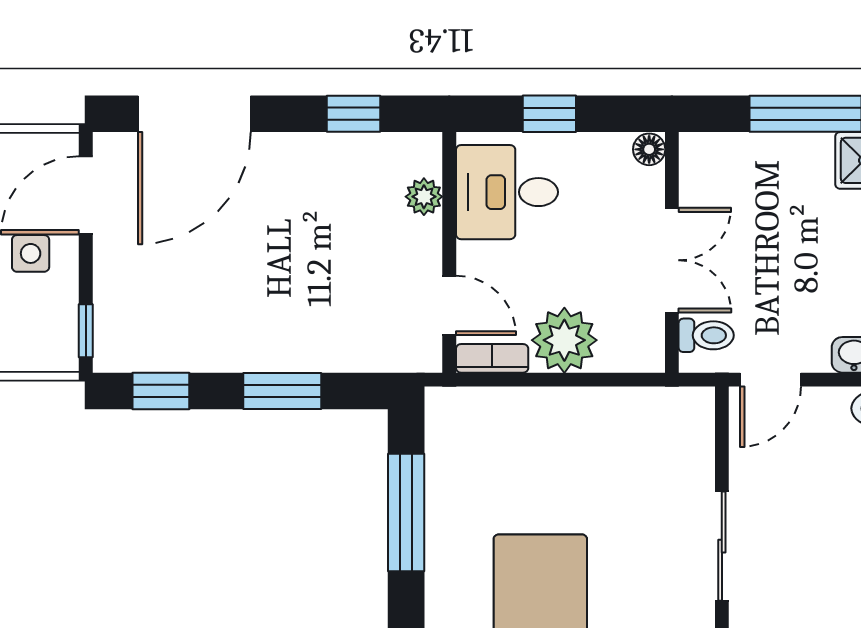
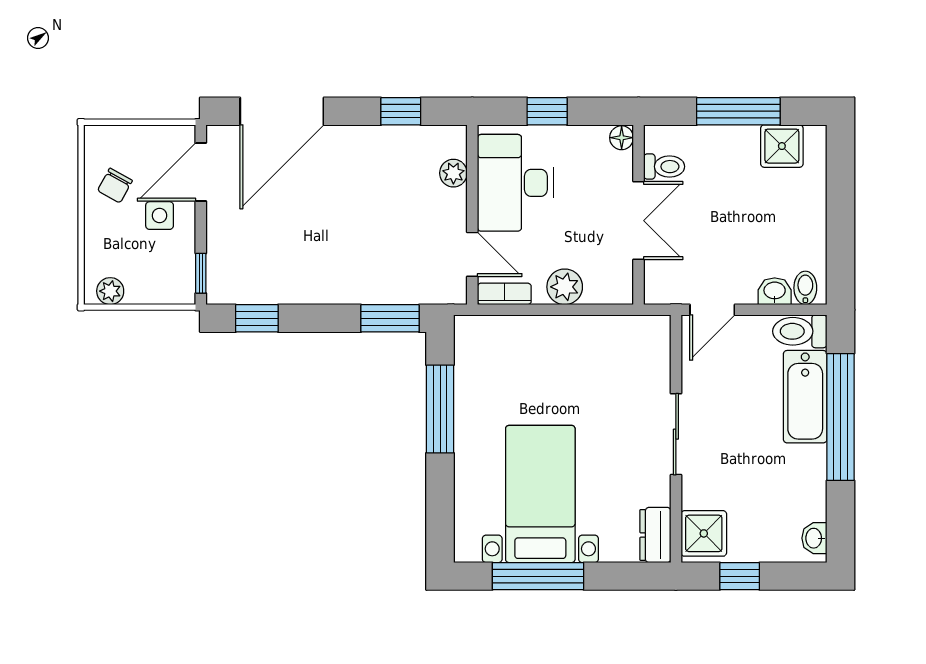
desk: (507, 192) -> (515, 183), width x1.37
toilet: (706, 335) -> (664, 167), moved
plant: (564, 340) -> (565, 287), width x0.73, depth x0.73
window: (282, 391) -> (390, 318), moved

